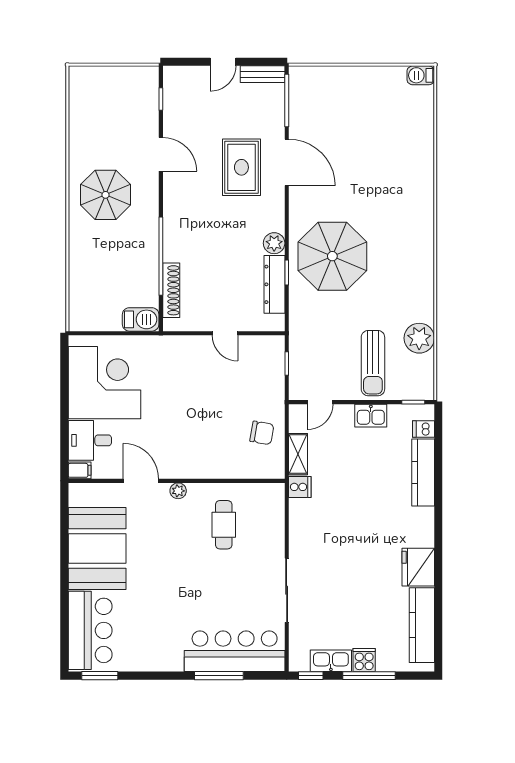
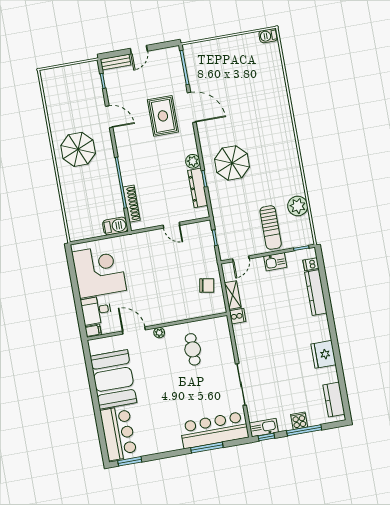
bench: (263, 74) -> (116, 62), moved
parasol: (332, 256) -> (232, 163), width x0.73, depth x0.73
kitchen counter: (422, 625) -> (334, 400), width x0.67
kitchen sink: (331, 661) -> (264, 428), moved

